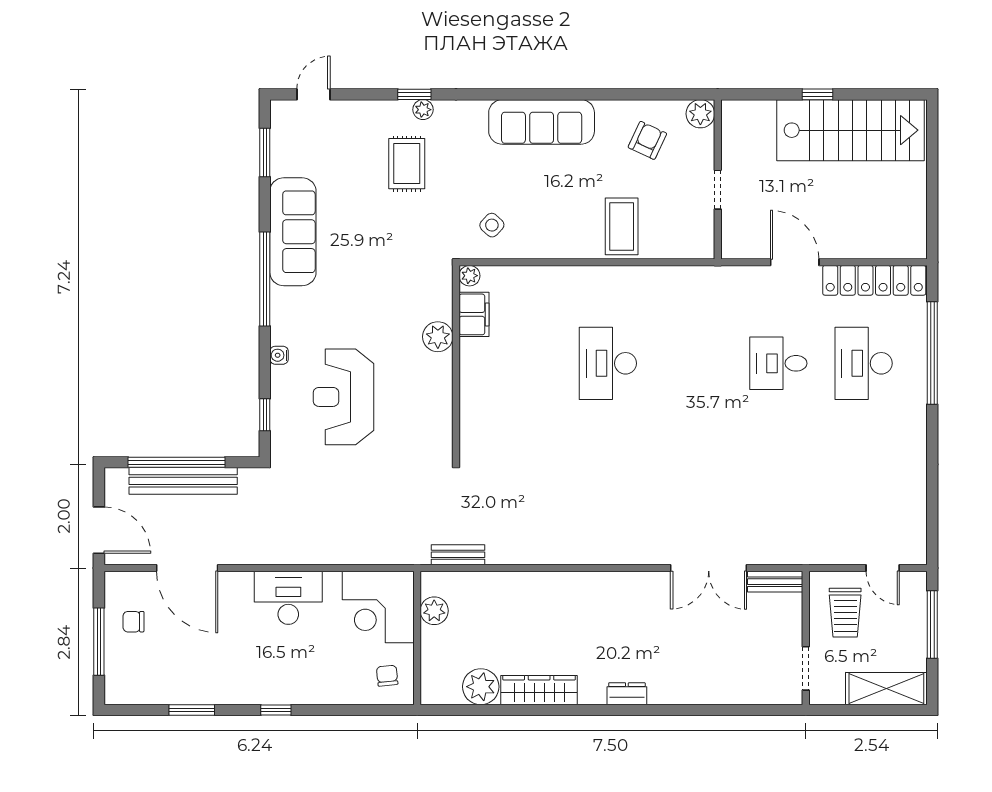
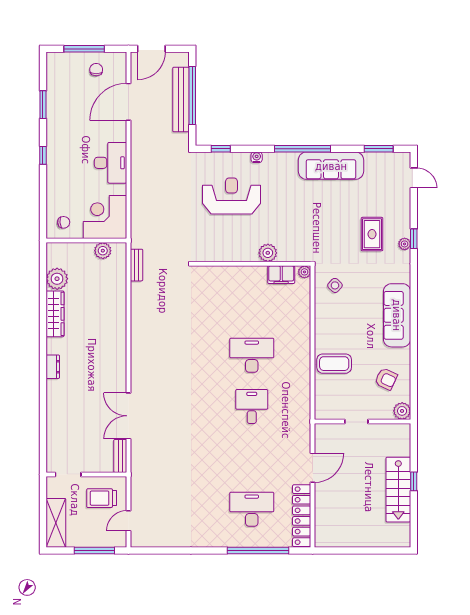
stairs: (851, 130) -> (398, 490), width x0.73, depth x0.66
rug: (407, 164) -> (372, 234), turned 90
desk: (778, 363) -> (252, 407), moved

